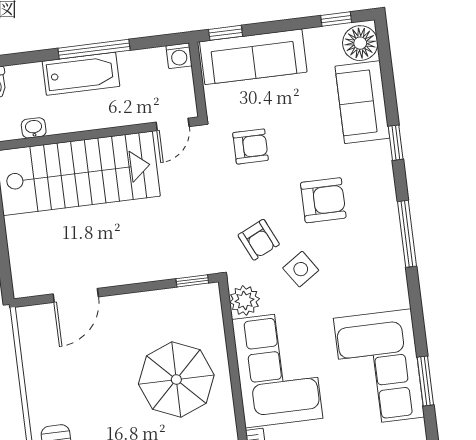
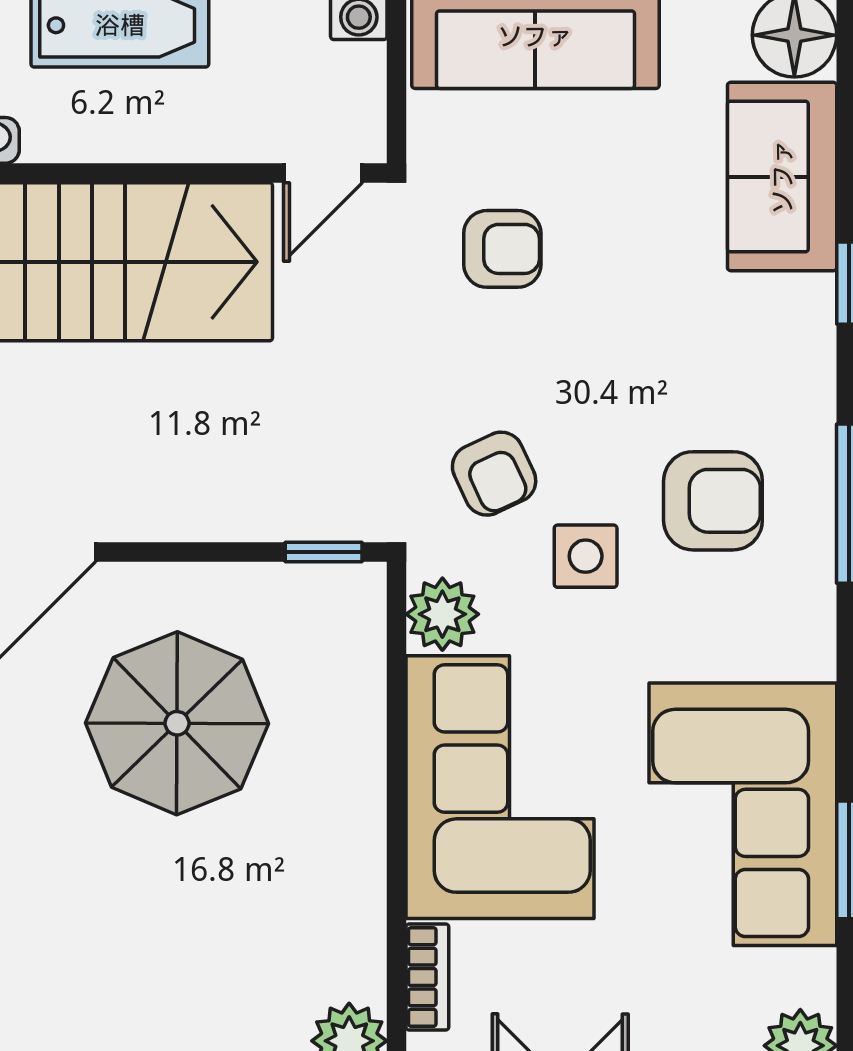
armchair: (323, 200) -> (713, 501), moved
side table: (301, 269) -> (586, 556), turned 34
parasol: (176, 379) -> (177, 723), moved

